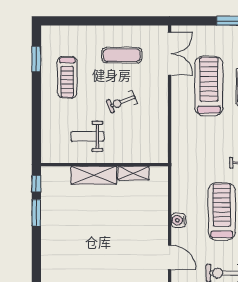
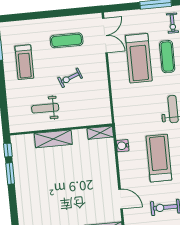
treadmill: (209, 86) -> (139, 58), turned 180
shelving: (133, 173) -> (100, 133), moved
water cooler: (178, 220) -> (123, 146), moved

